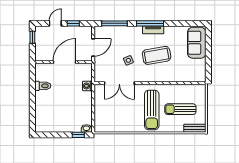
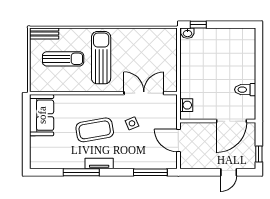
window: (73, 23) -> (205, 172), removed
window: (150, 23) -> (81, 172), moved
sofa: (197, 43) -> (42, 115), moved
door: (93, 47) -> (178, 140), hinge flipped
door: (65, 62) -> (232, 121), moved
washing machine: (87, 86) -> (186, 105), moved

